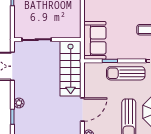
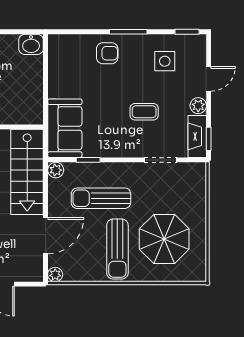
plant: (89, 67) -> (56, 170), added
sun lounger: (126, 73) -> (101, 198), moved

